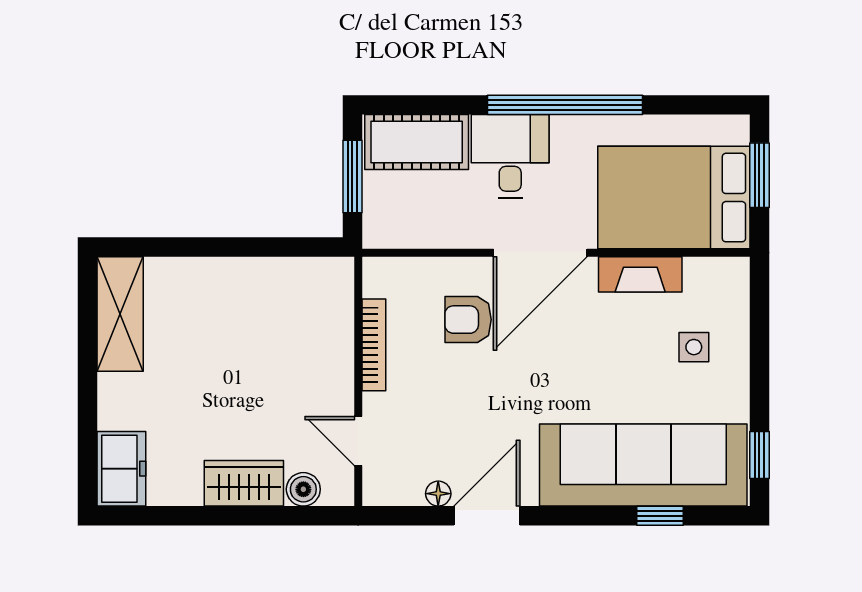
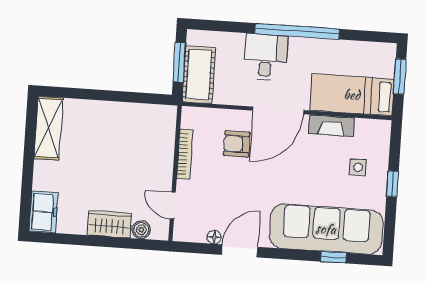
cot: (417, 142) -> (199, 75), moved, turned 90
bed: (674, 198) -> (352, 95), width x0.67
window: (759, 455) -> (393, 184), moved

